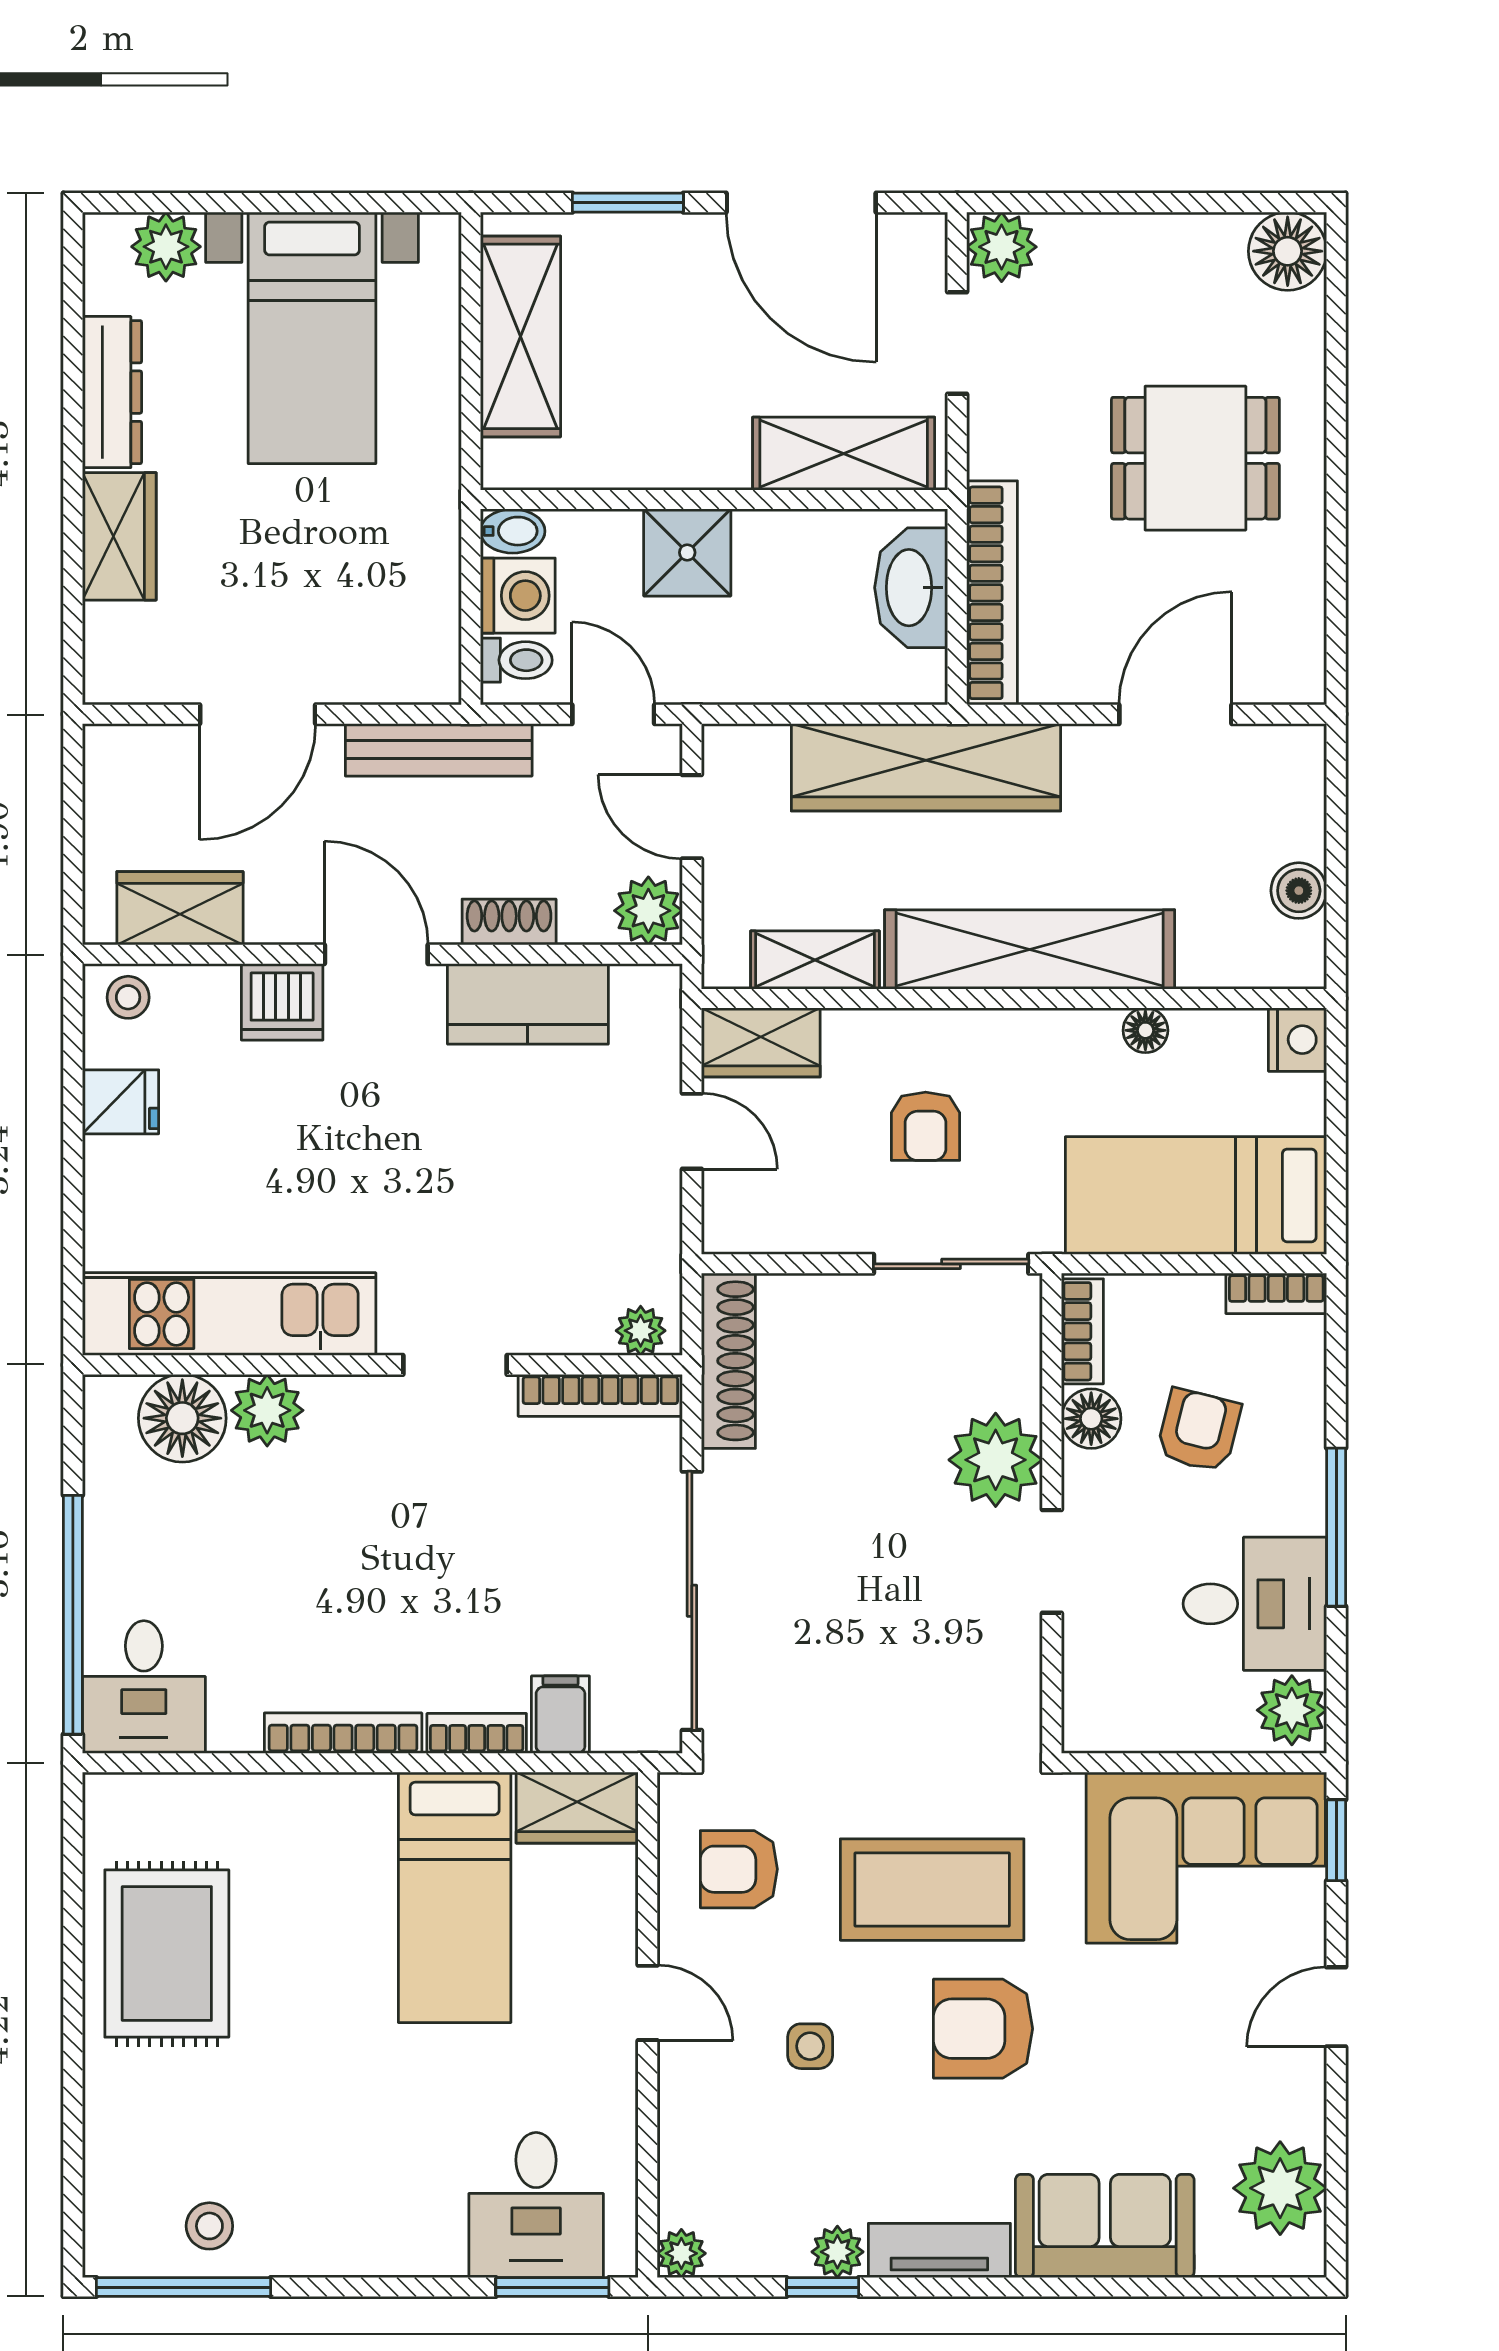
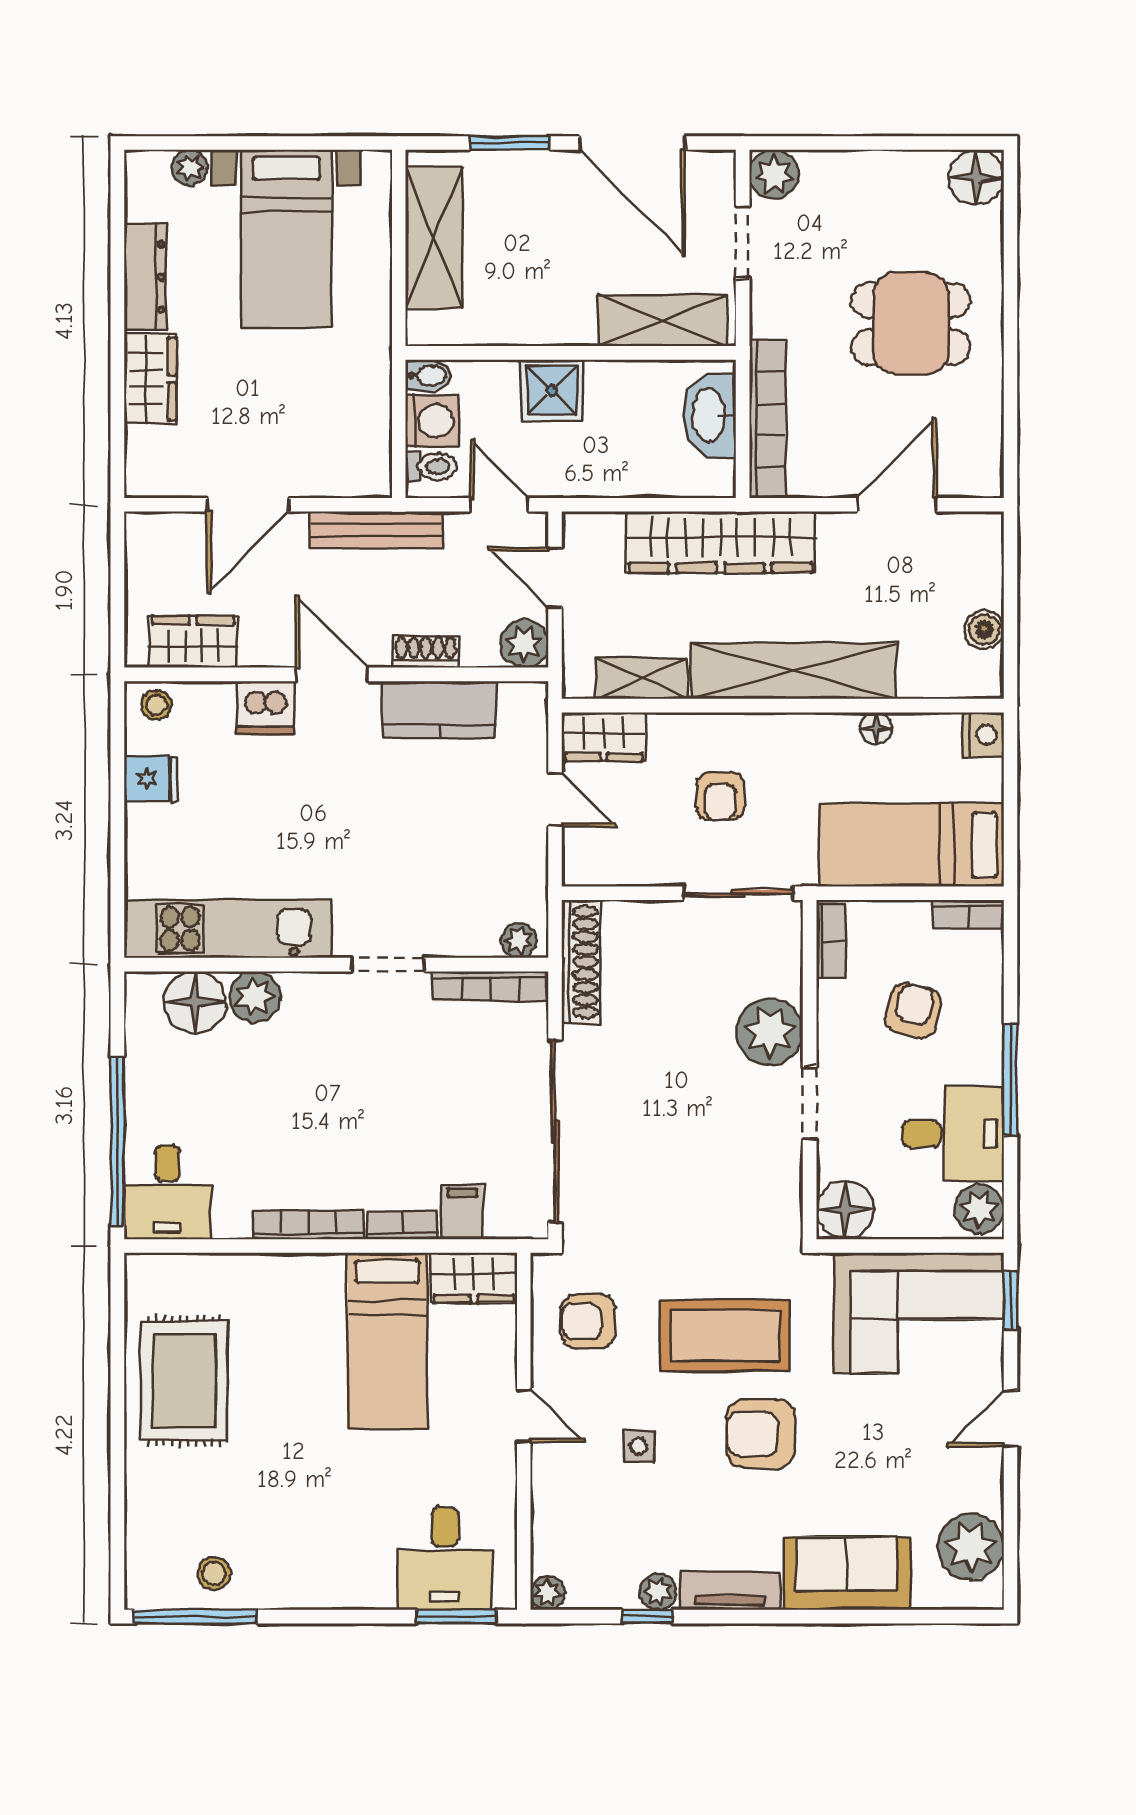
plant: (166, 247) -> (190, 168), width x0.73, depth x0.73
floor lamp: (1091, 1419) -> (845, 1210), moved, width x1.38, depth x1.38

